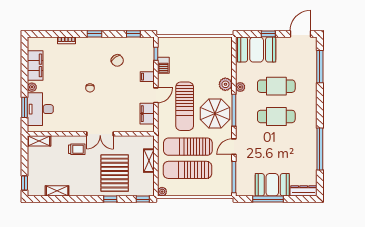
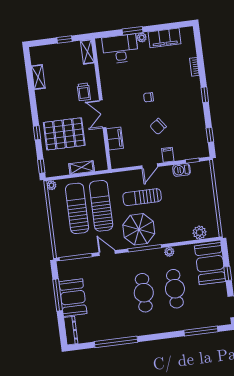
chair: (117, 60) -> (158, 126), moved
plant: (225, 84) -> (199, 232), moved
door: (156, 95) -> (150, 166), hinge flipped
sun lounger: (185, 106) -> (142, 197), width x0.73, depth x0.75
window: (24, 107) -> (133, 31), moved
filing cabinet: (147, 114) -> (115, 139), moved, turned 90
window: (24, 183) -> (65, 40), moved

